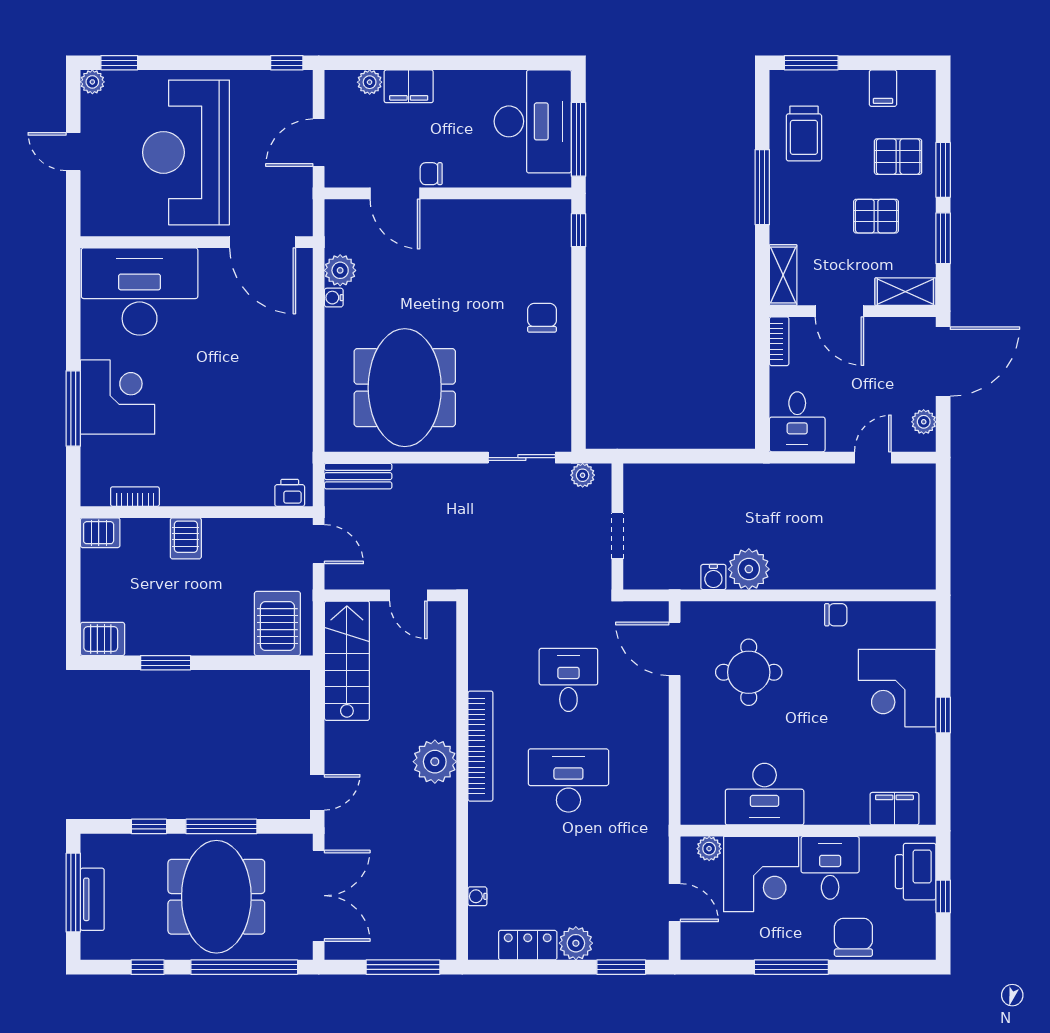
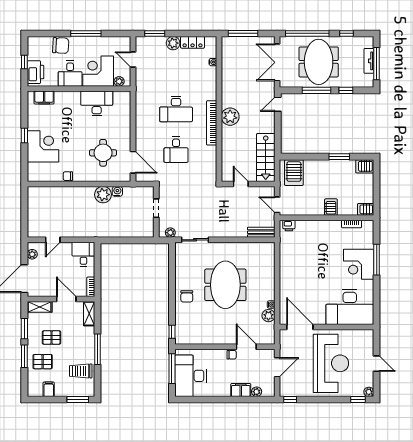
trolley: (804, 134) -> (81, 371), turned -90
meeting table: (405, 388) -> (225, 285), moved
chair: (853, 937) -> (61, 45), turned -87

